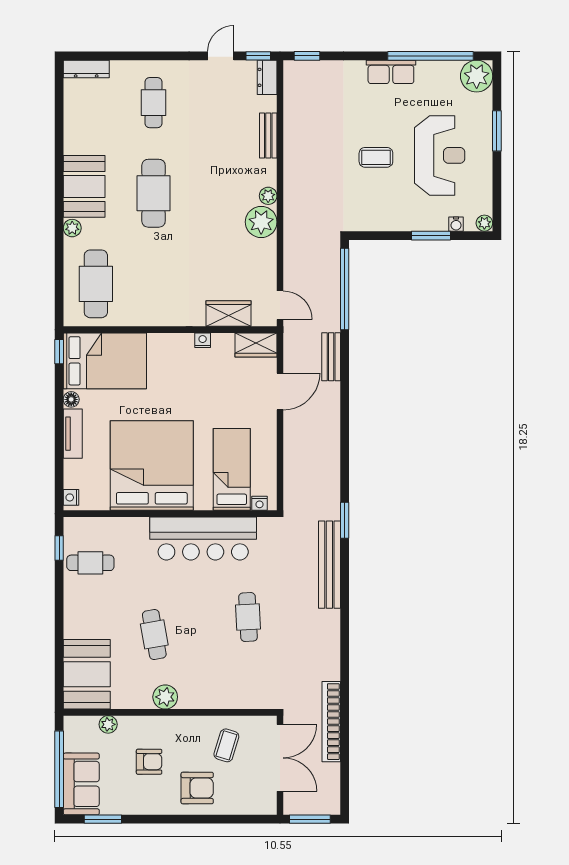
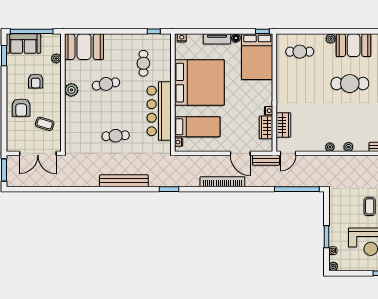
plant: (261, 222) -> (330, 147), width x0.53, depth x0.53
cafe table: (96, 284) -> (300, 52), width x0.73, depth x0.74
wardrobe: (256, 345) -> (266, 127), moved
bench: (331, 357) -> (266, 160), moved
cafe table: (90, 563) -> (143, 63), moved
bench: (329, 565) -> (124, 181), moved
bookcase: (331, 722) -> (222, 182), moved

